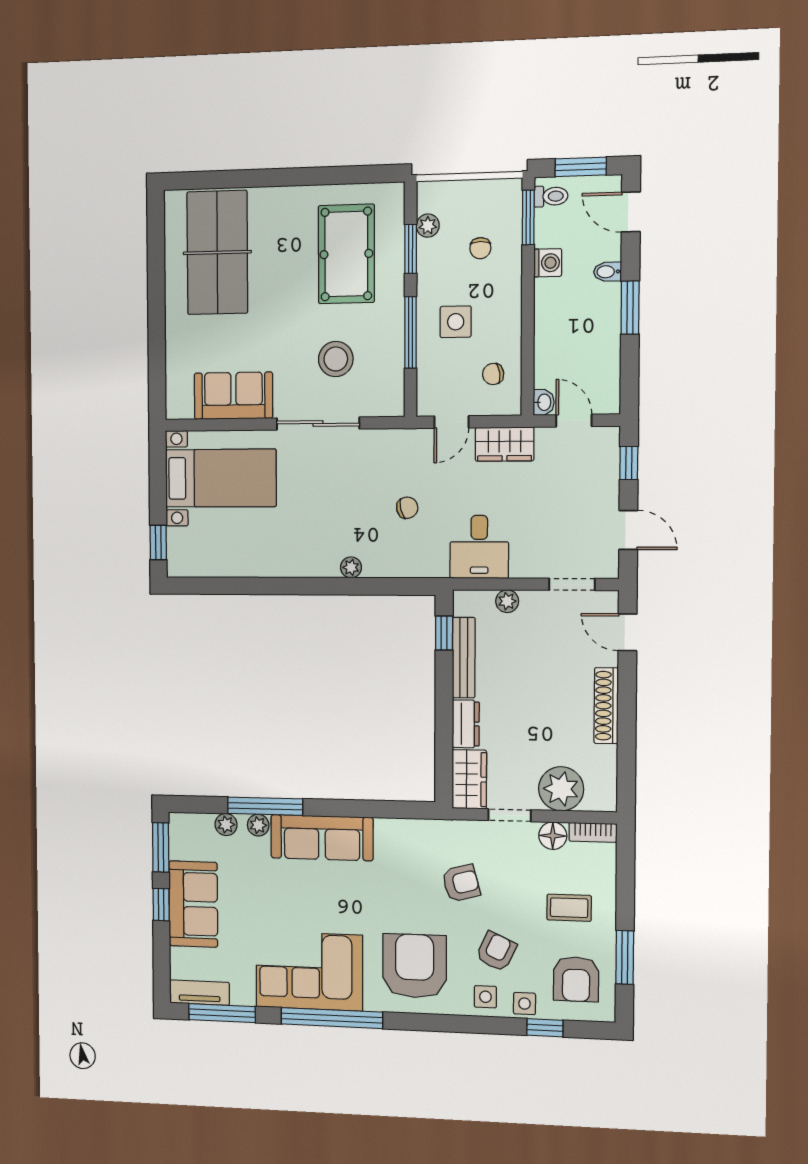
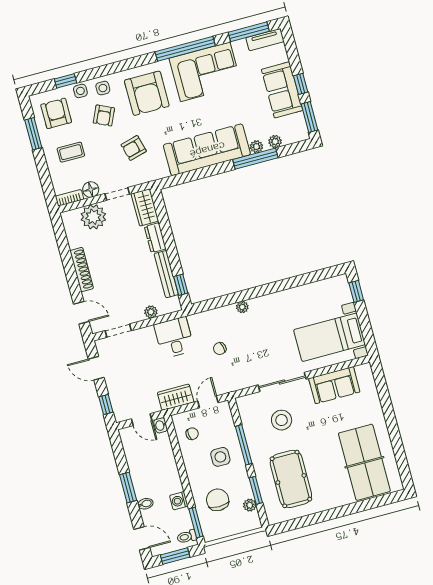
chair: (480, 248) -> (218, 500), width x1.87, depth x1.87
sofa: (322, 838) -> (207, 150), width x1.36, depth x1.27

